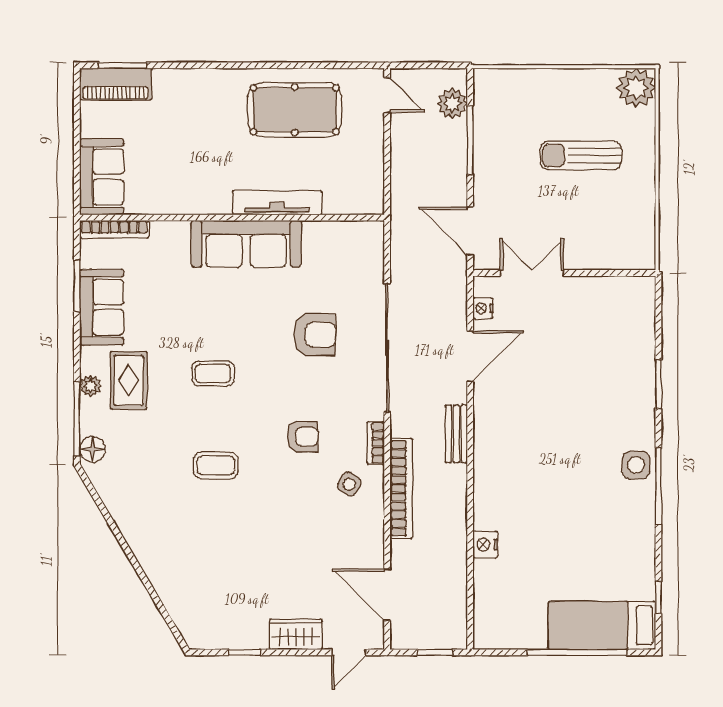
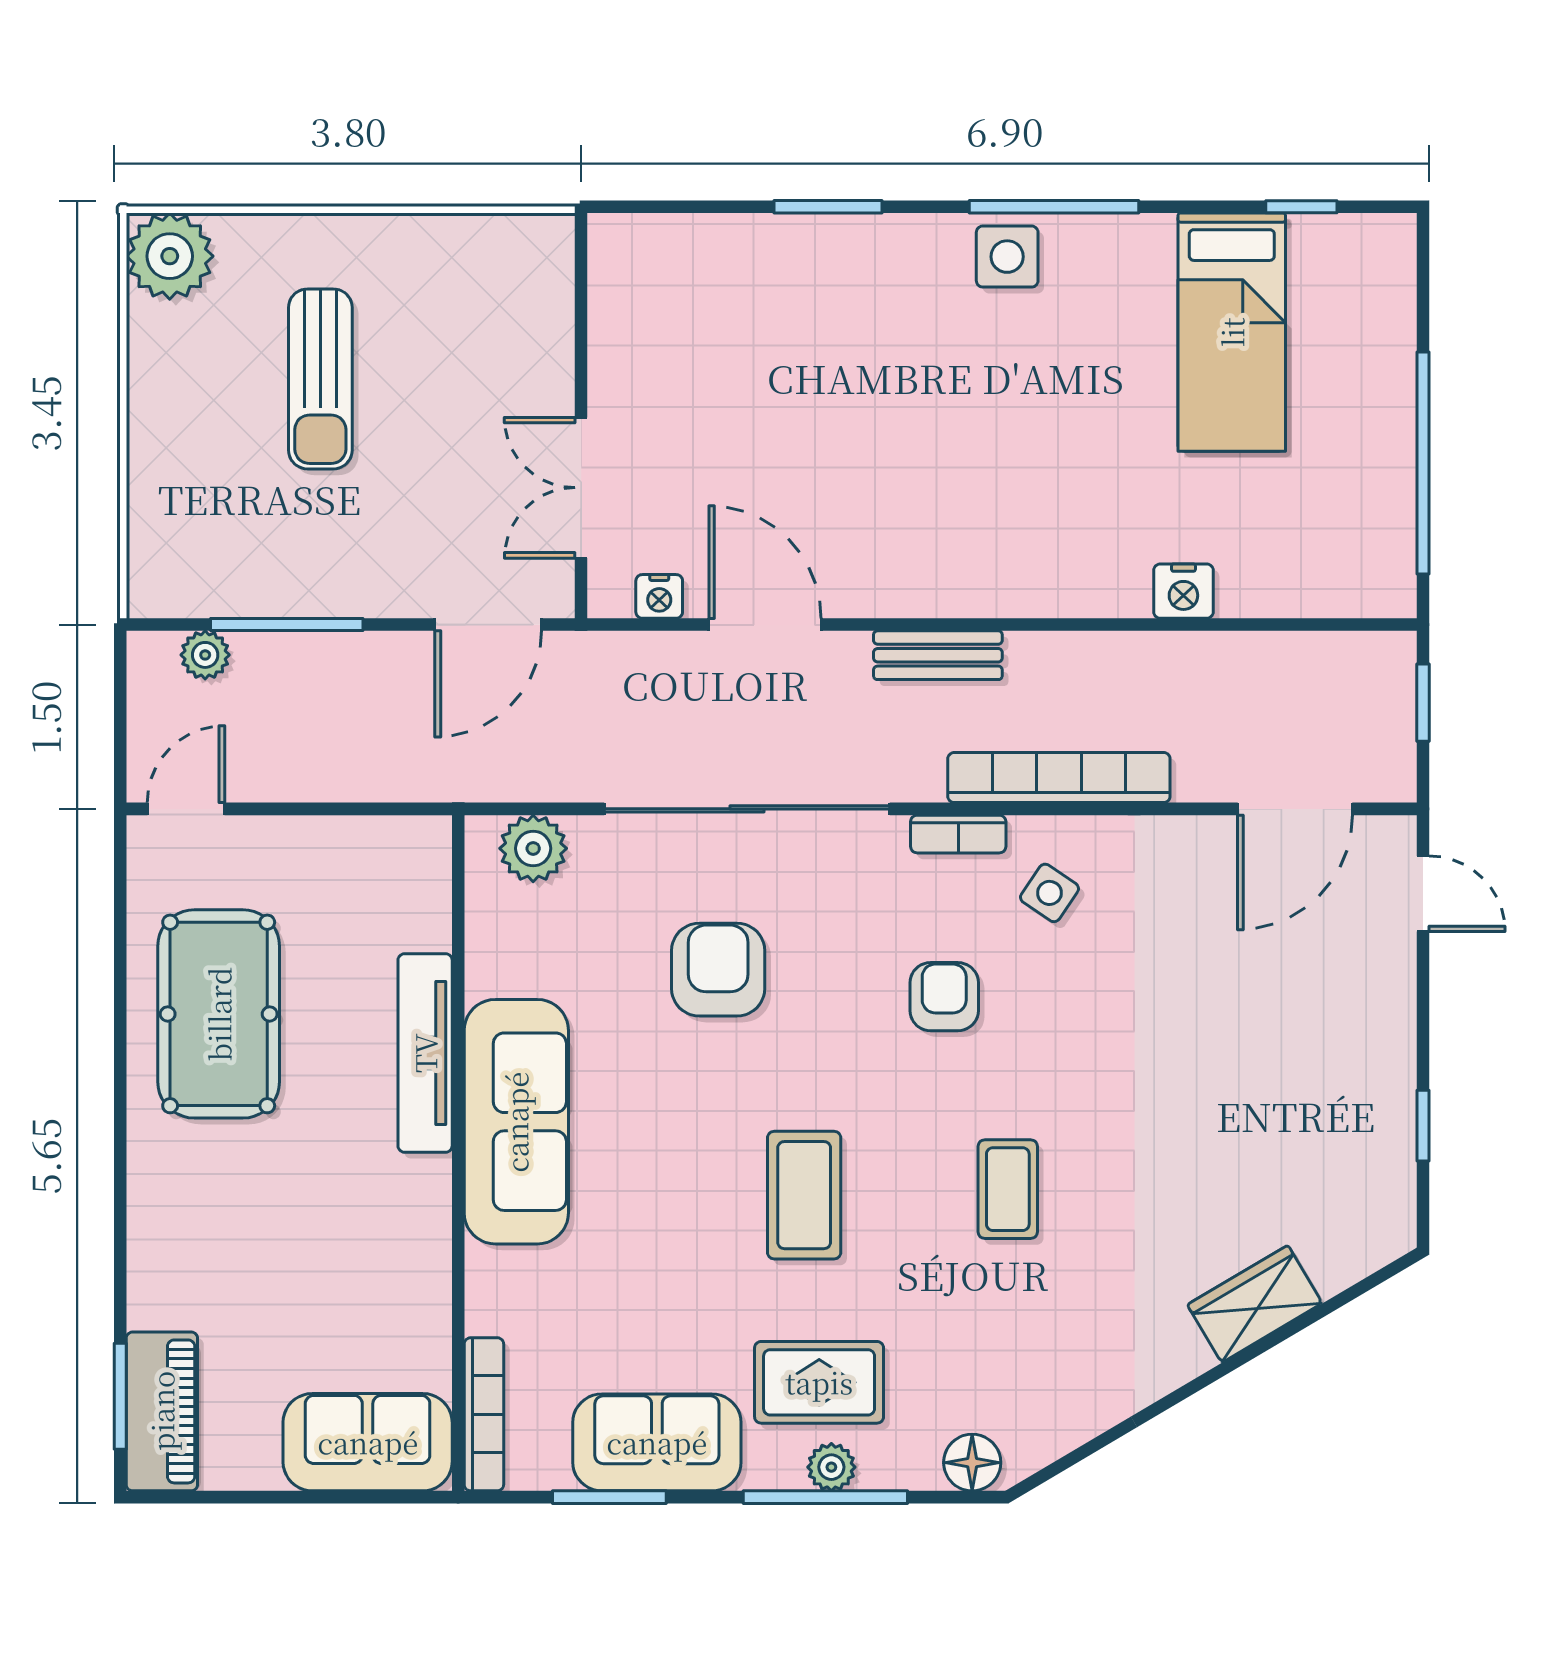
plant: (452, 104) -> (205, 655), width x0.73, depth x0.73
plant: (369, 251) -> (533, 848), added
coffee table: (213, 374) -> (804, 1195), width x1.36, depth x1.30
window: (77, 419) -> (825, 1497), moved
bed: (602, 625) -> (1232, 332), moved
wardrobe: (296, 634) -> (1255, 1304), moved, turned 59
window: (577, 652) -> (1423, 463), moved

